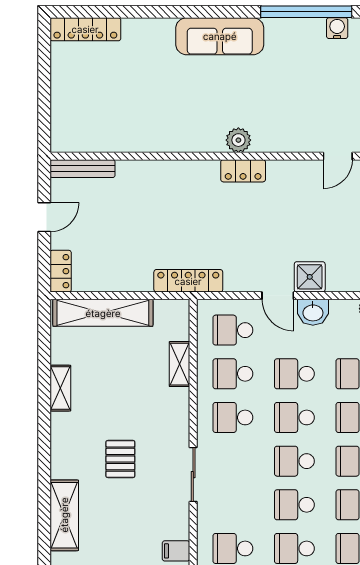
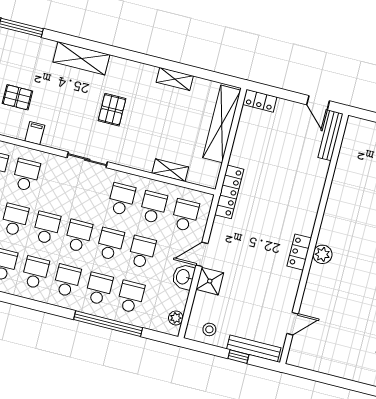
door: (338, 156) -> (293, 324), swing flipped
door: (44, 217) -> (318, 103), moved
pallet: (120, 459) -> (112, 110), turned 90

